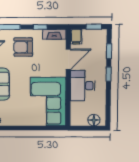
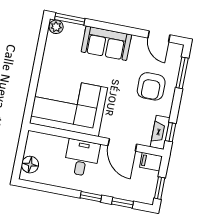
window: (40, 27) -> (171, 132), moved
armchair: (23, 47) -> (151, 86), turned 180
desk: (83, 86) -> (82, 158), width x0.73

